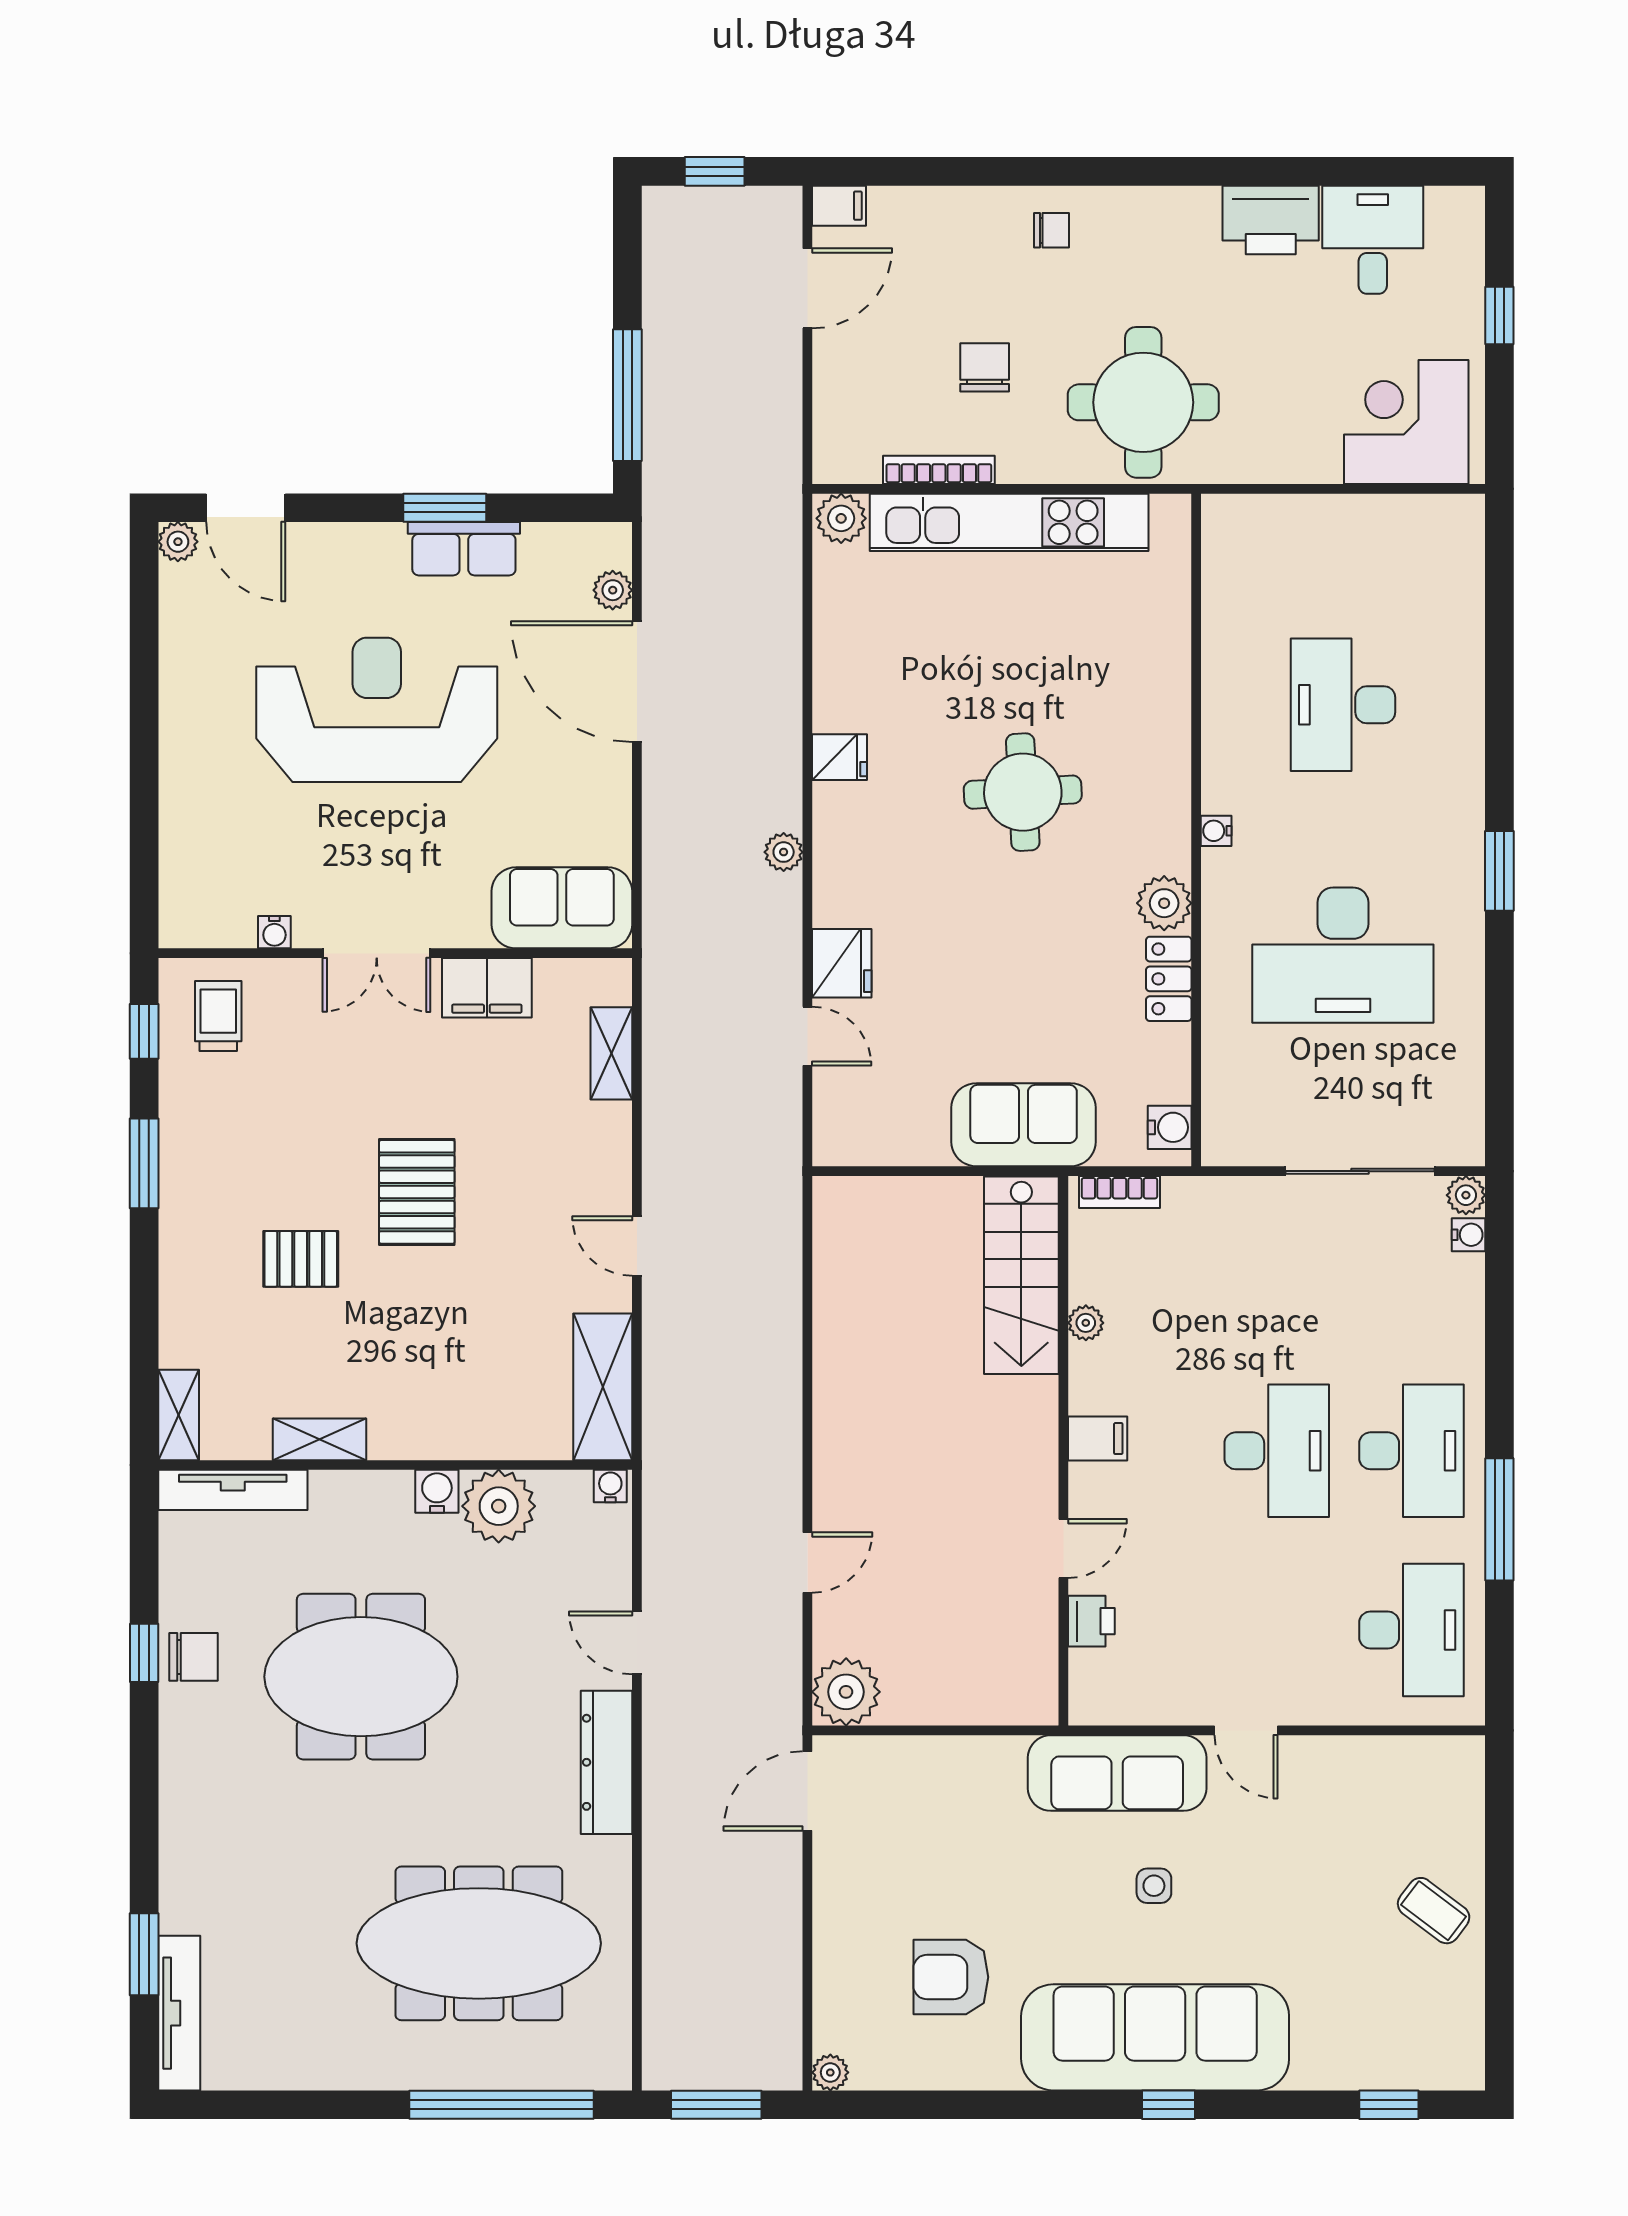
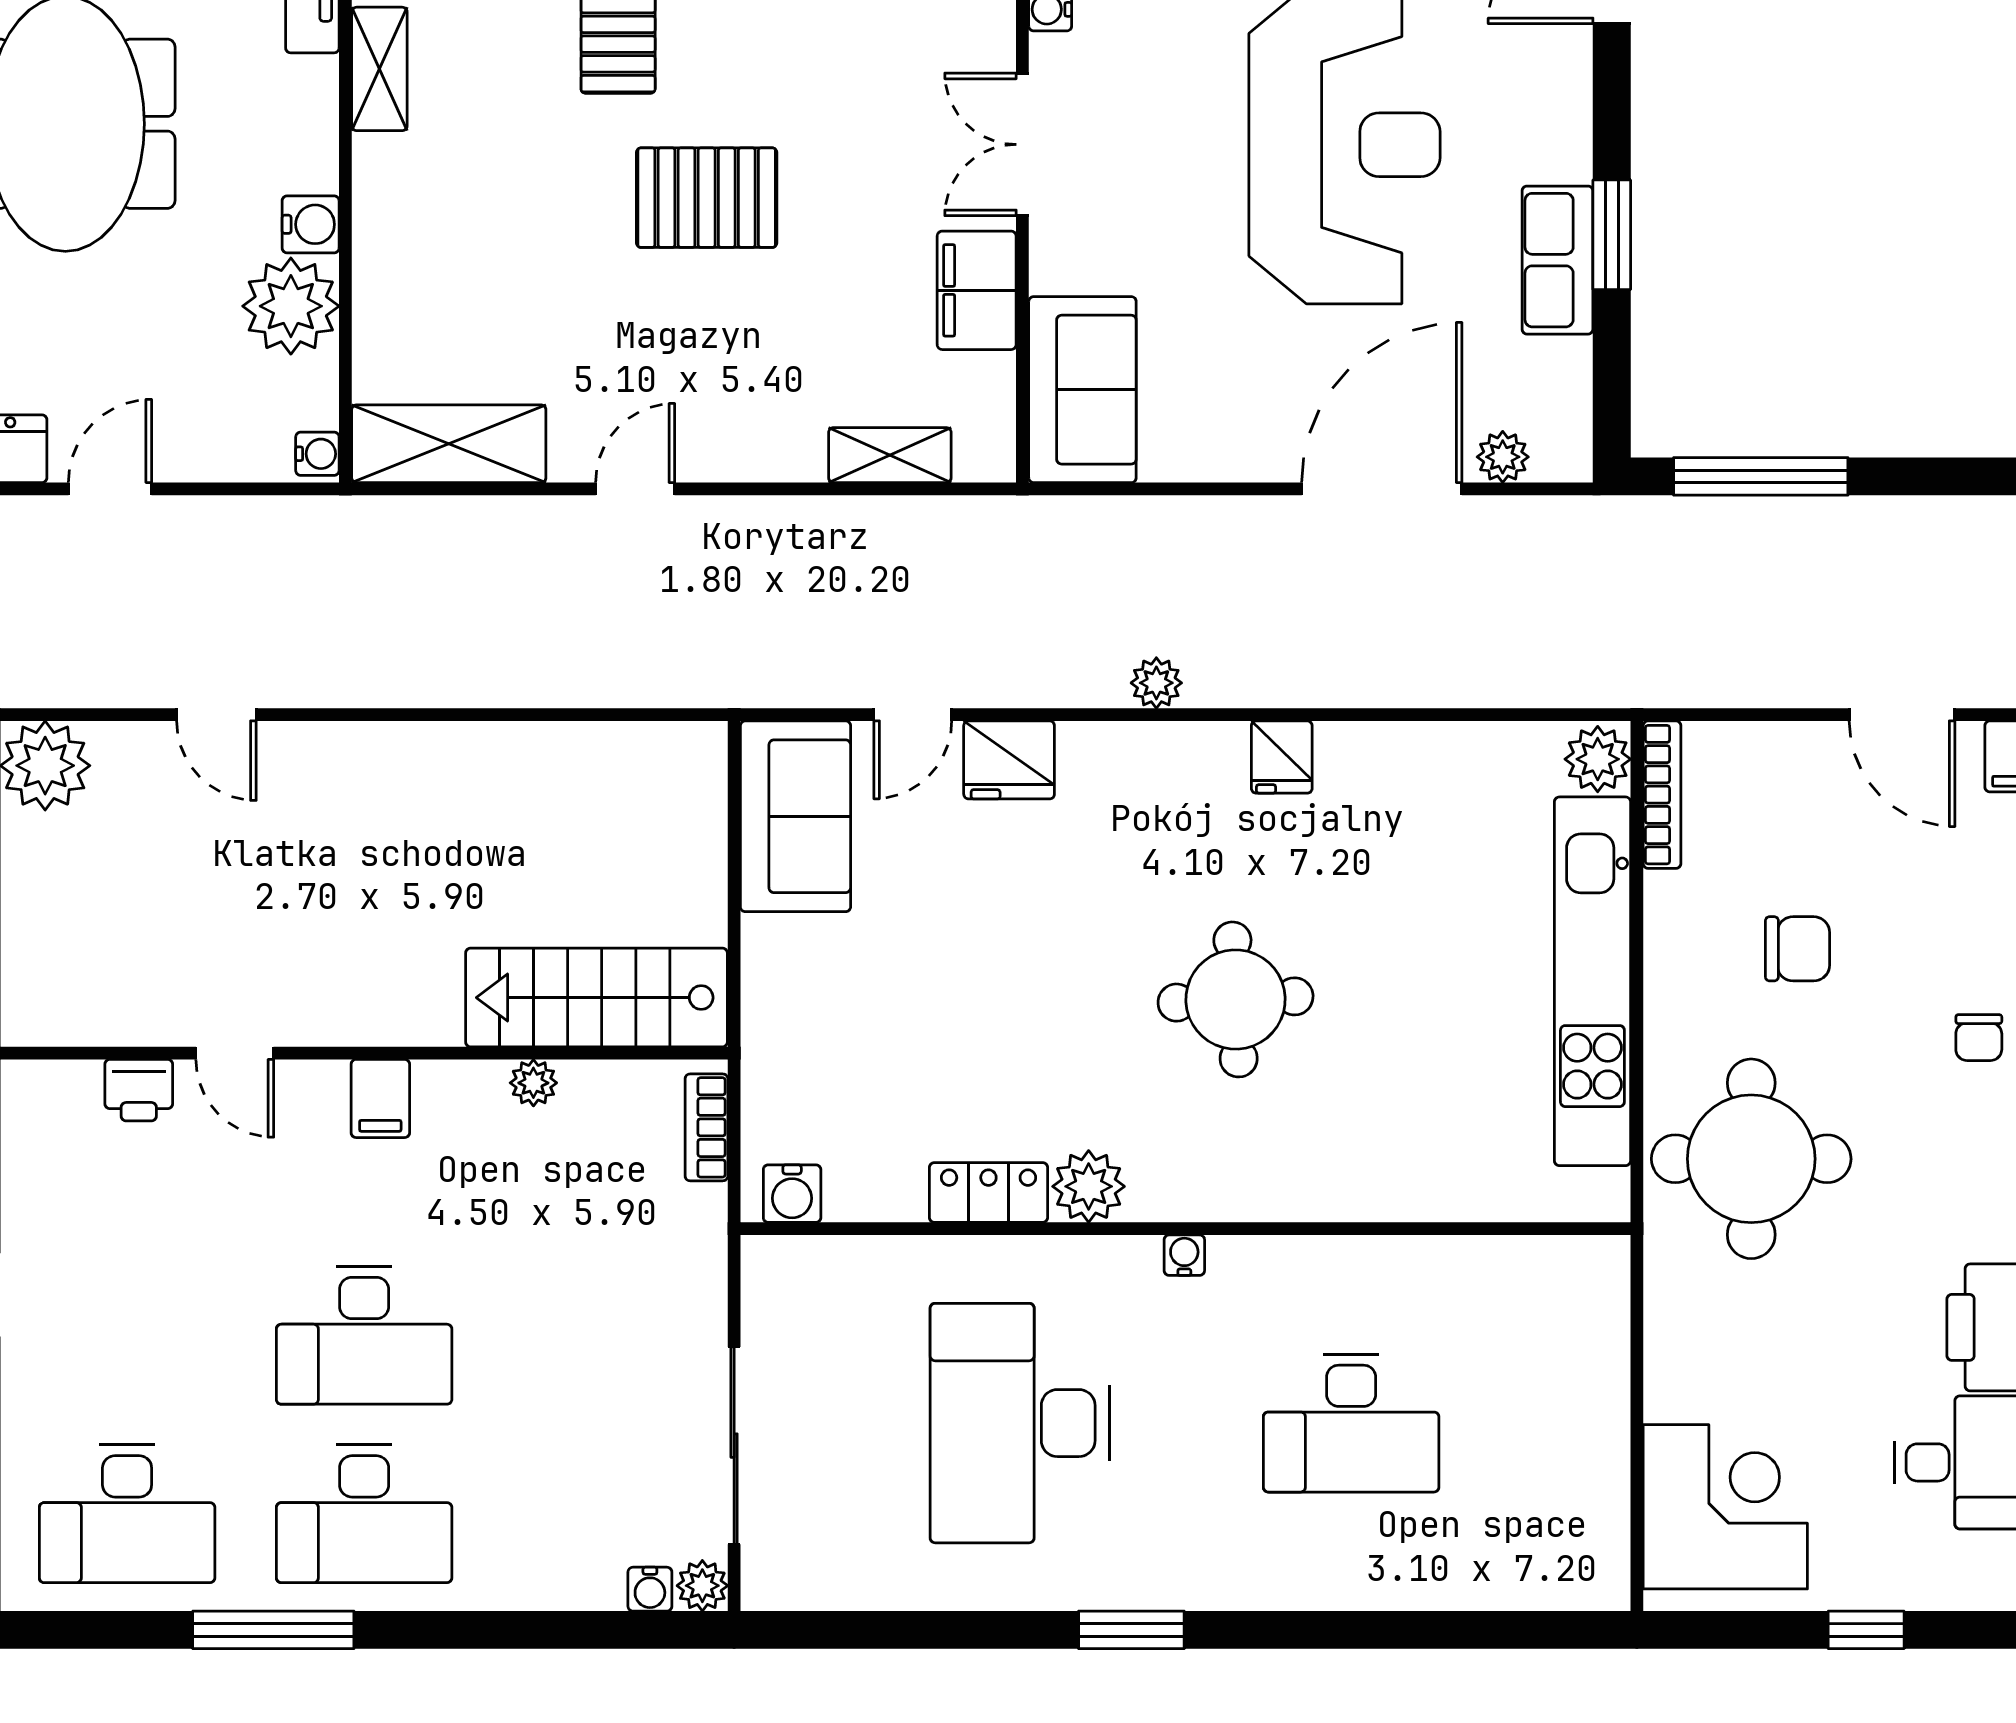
bookcase: (939, 470) -> (1662, 795), moved
desk: (1343, 705) -> (1351, 1423), turned 180
sofa: (1024, 1125) -> (795, 816), moved

